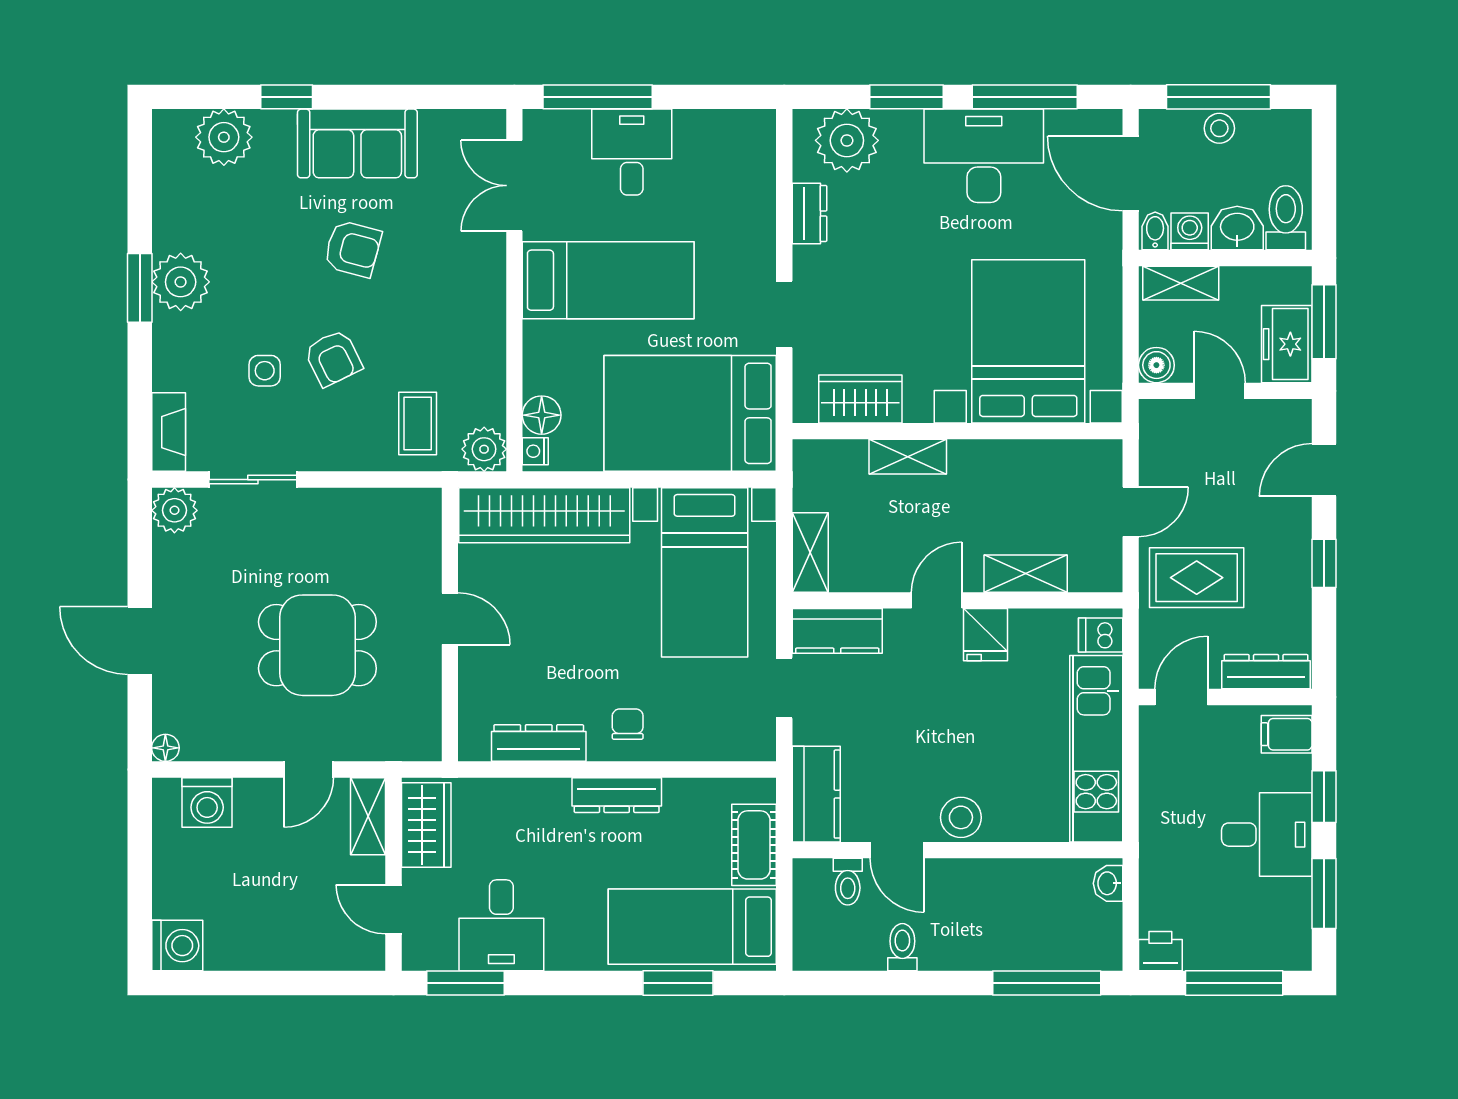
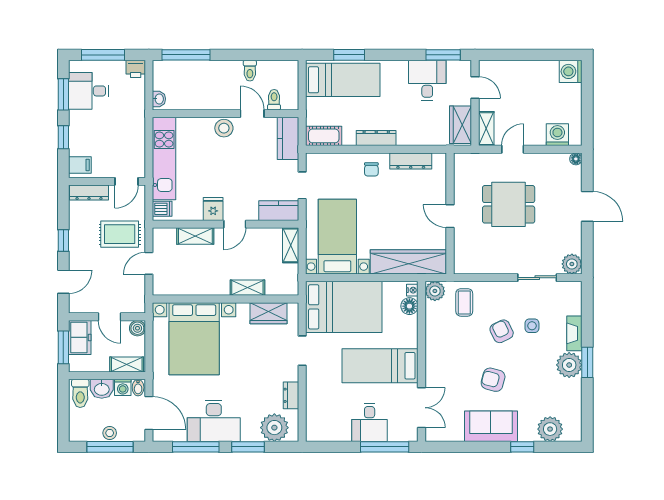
fireplace: (169, 432) -> (574, 333), moved
desk: (1267, 835) -> (89, 91), moved
cot: (754, 845) -> (324, 136), moved, turned 90

